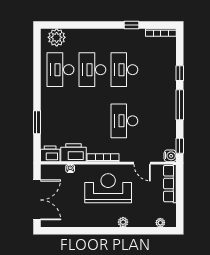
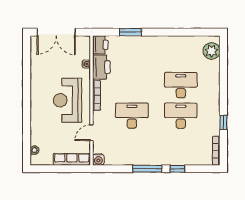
desk: (60, 70) -> (181, 55), removed
window: (180, 146) -> (108, 169), removed
reception desk: (108, 188) -> (67, 100), turned 180
plant: (123, 222) -> (35, 114), removed

